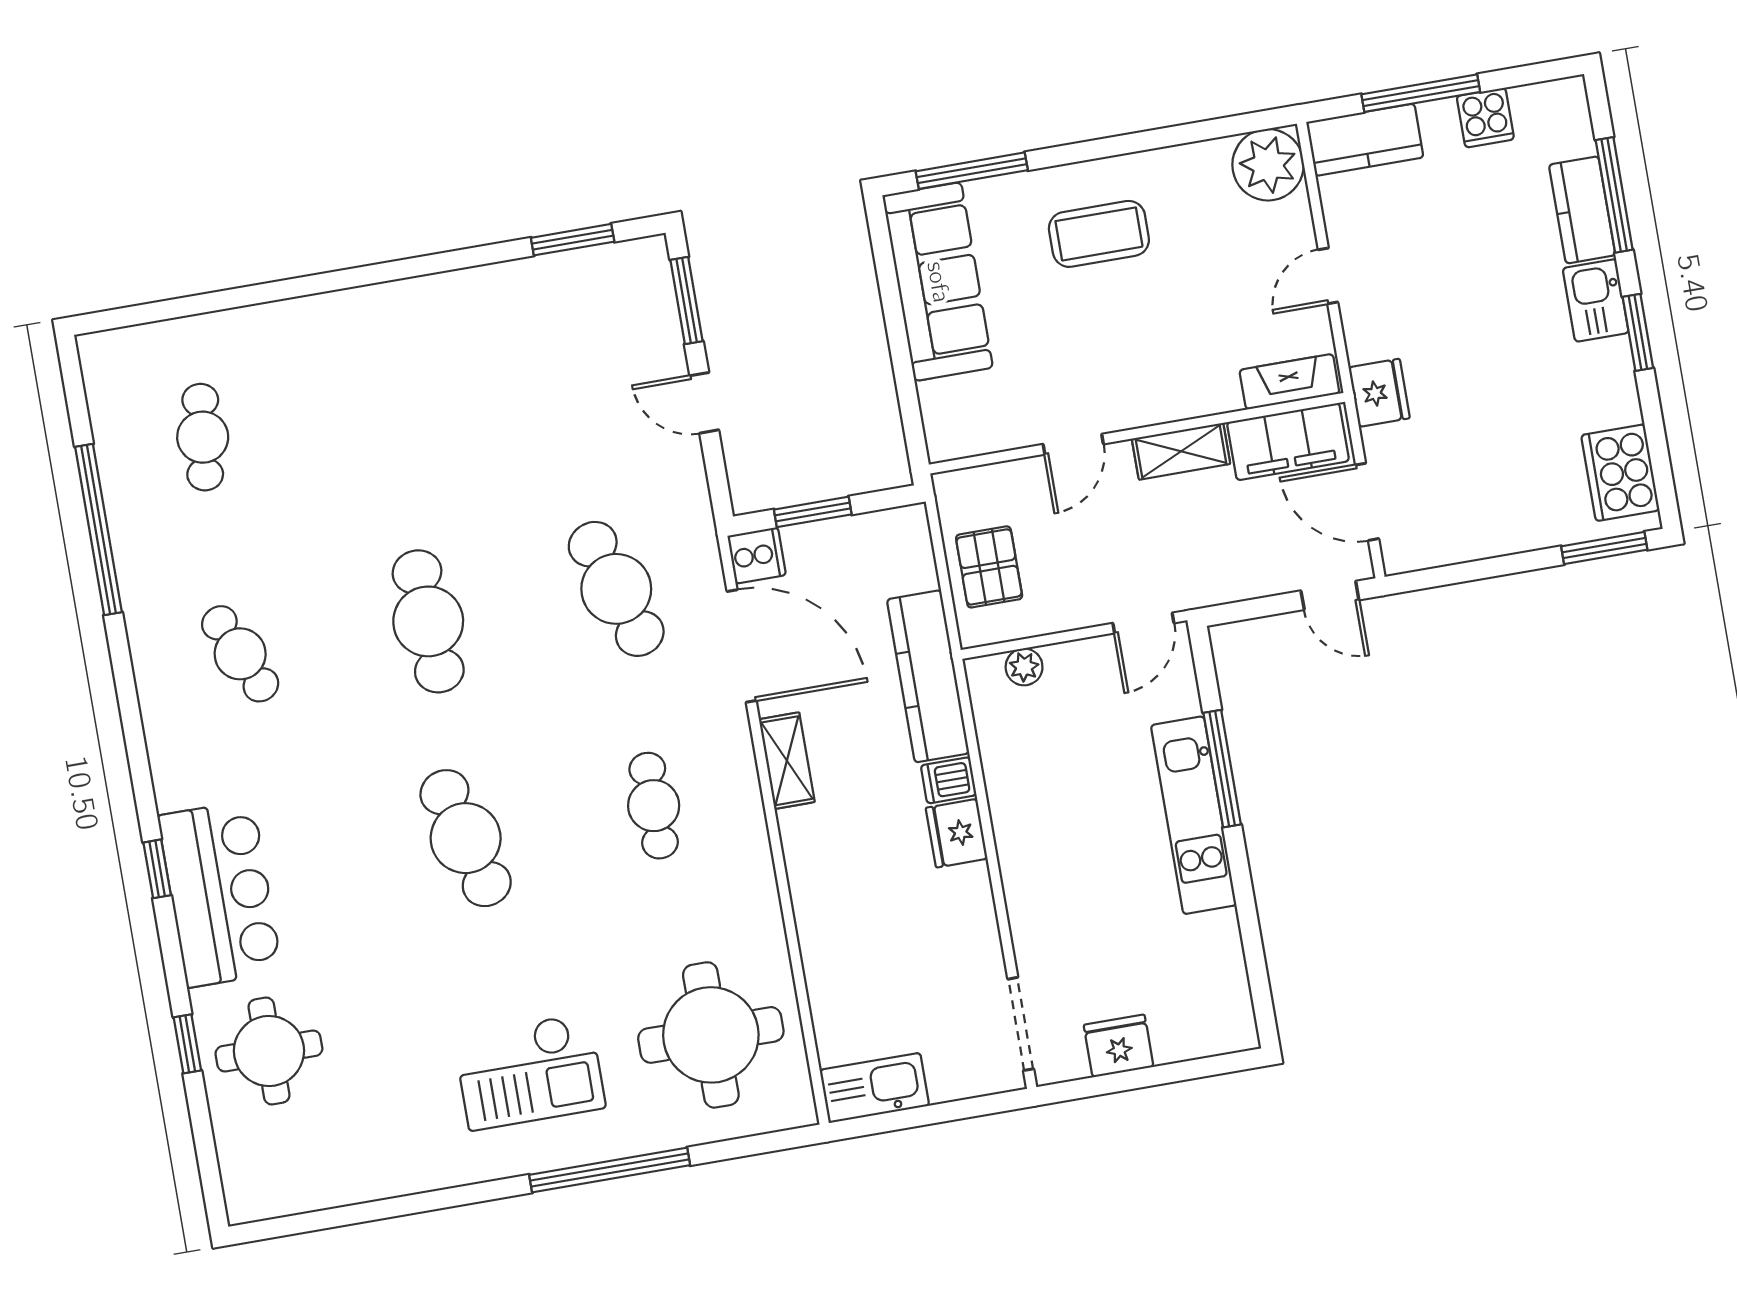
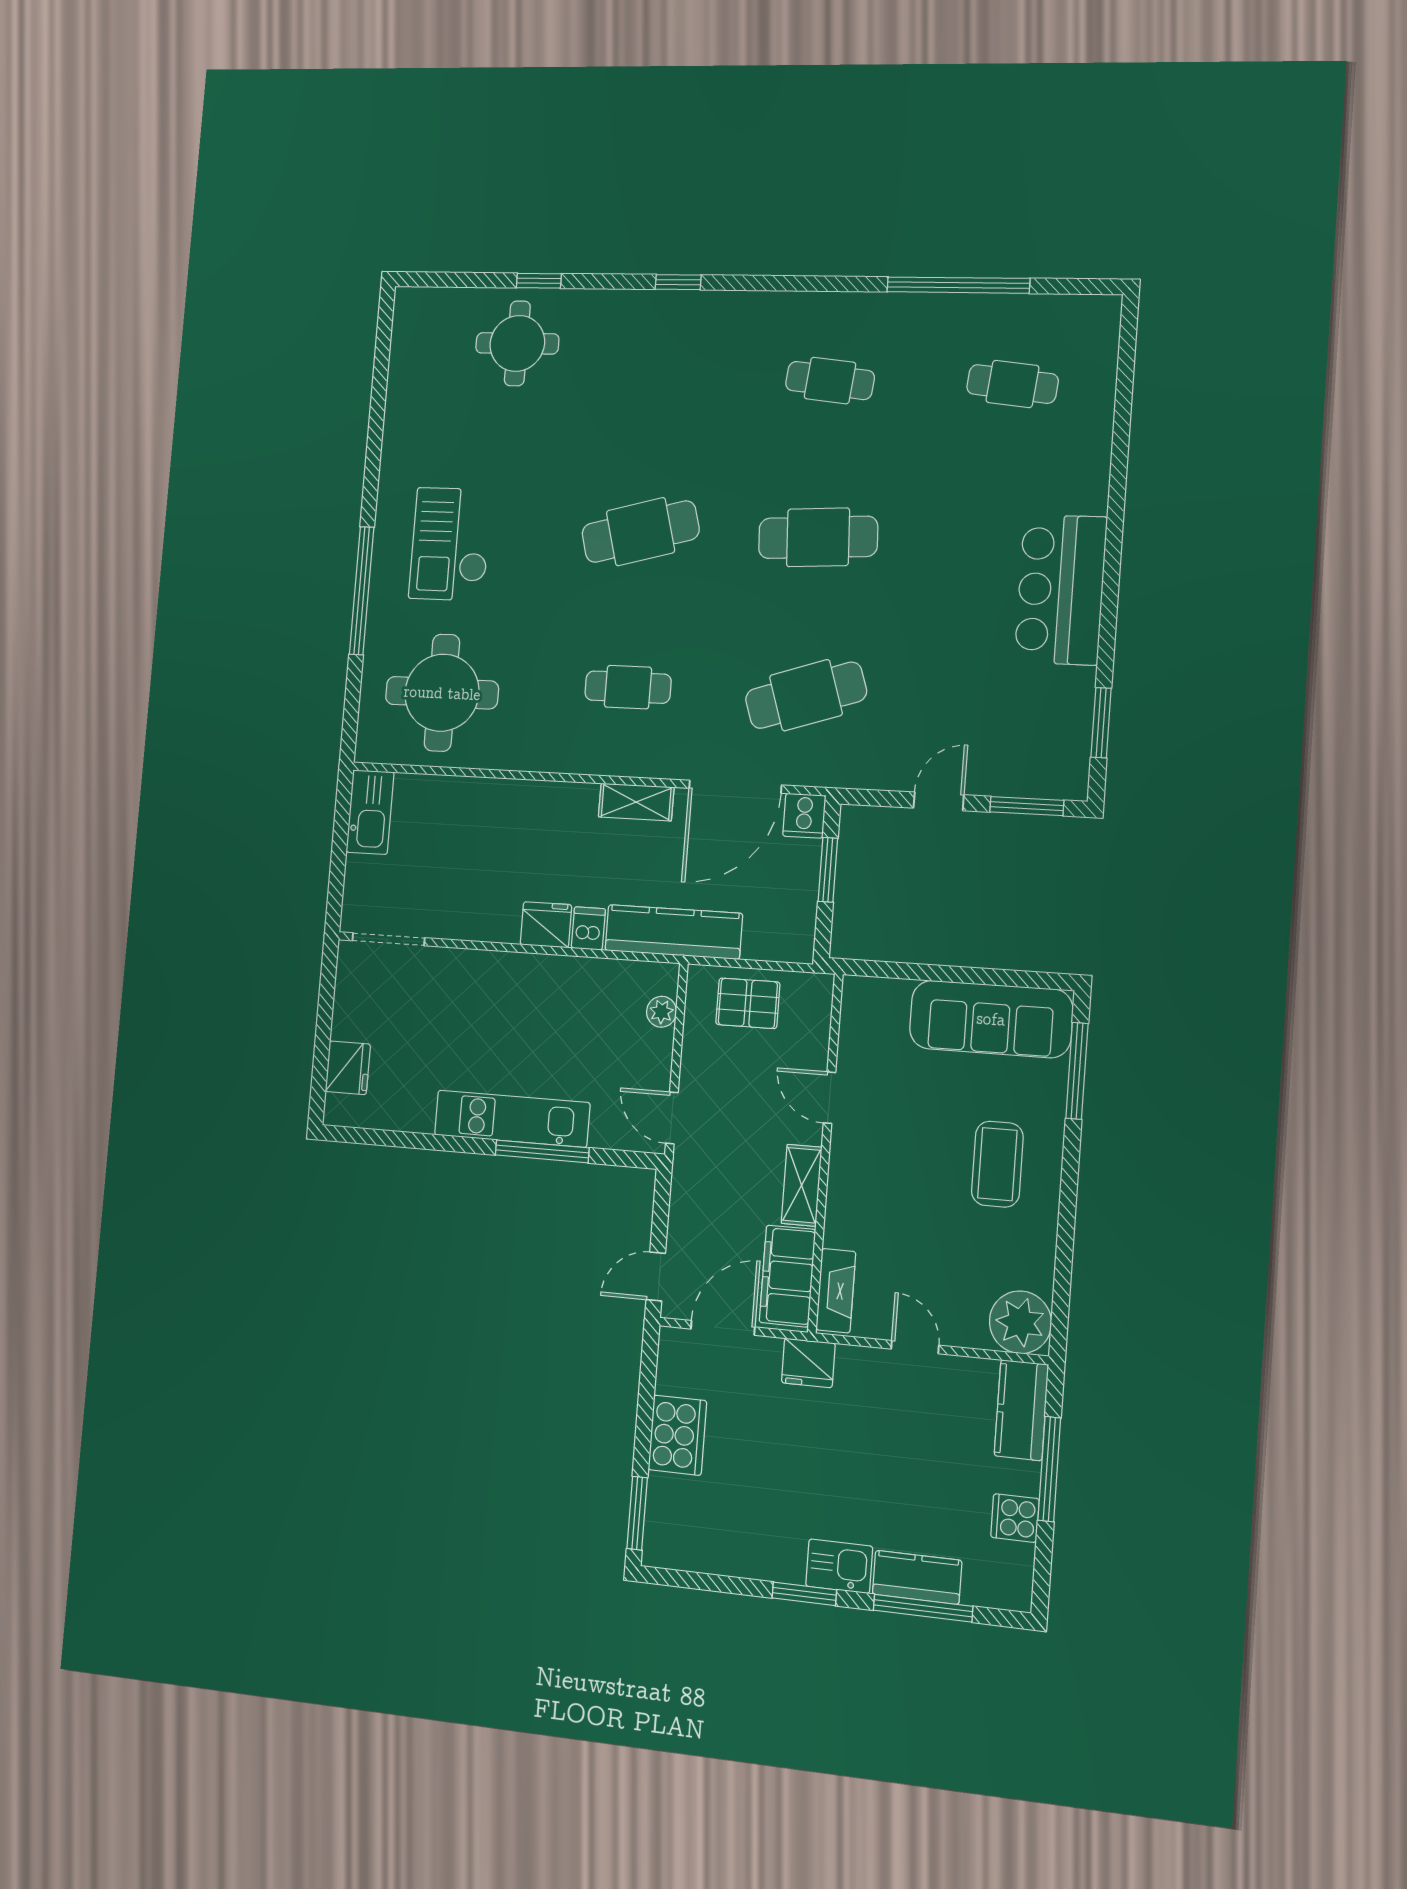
cooker: (1620, 473) -> (677, 1435), moved, turned 90
cafe table: (240, 654) -> (830, 381), turned 30
bar counter: (220, 894) -> (1061, 590), moved, turned 90
fridge: (1119, 1046) -> (348, 1068), moved

